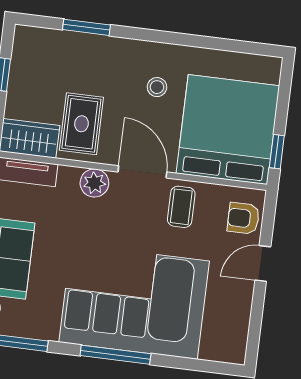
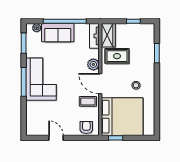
door: (142, 172) -> (100, 84), swing flipped
door: (263, 264) -> (56, 138), moved
corner sofa: (134, 302) -> (41, 79), width x0.73, depth x0.74

